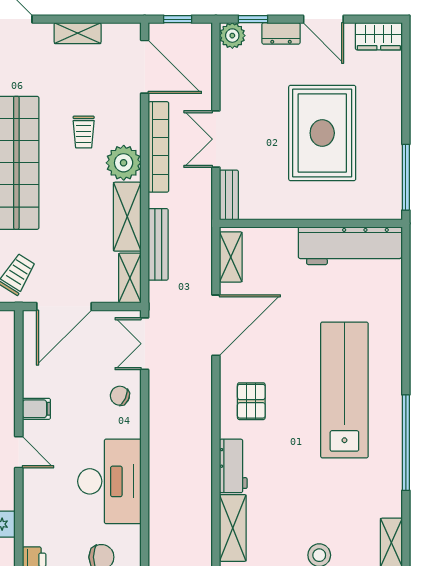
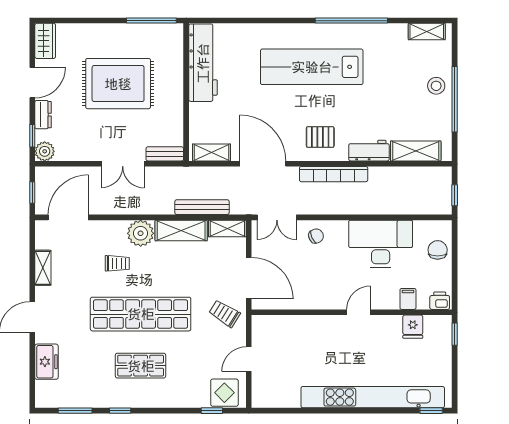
bookcase: (158, 147) -> (334, 174), moved, turned 180
chair: (120, 396) -> (316, 236), turned -140
filing cabinet: (36, 409) -> (408, 299), moved

